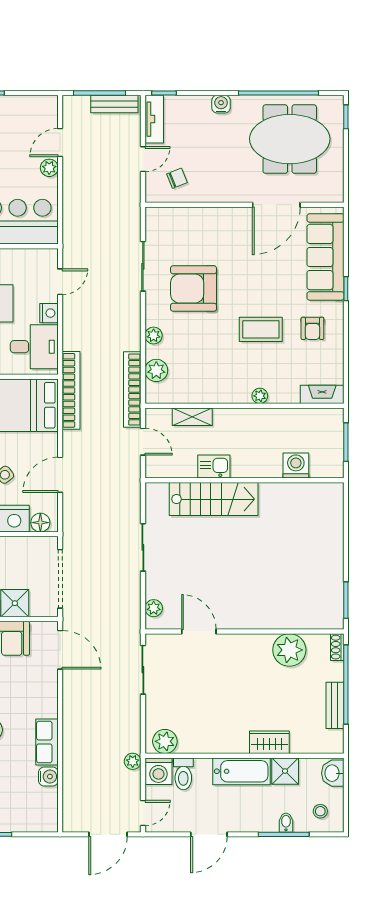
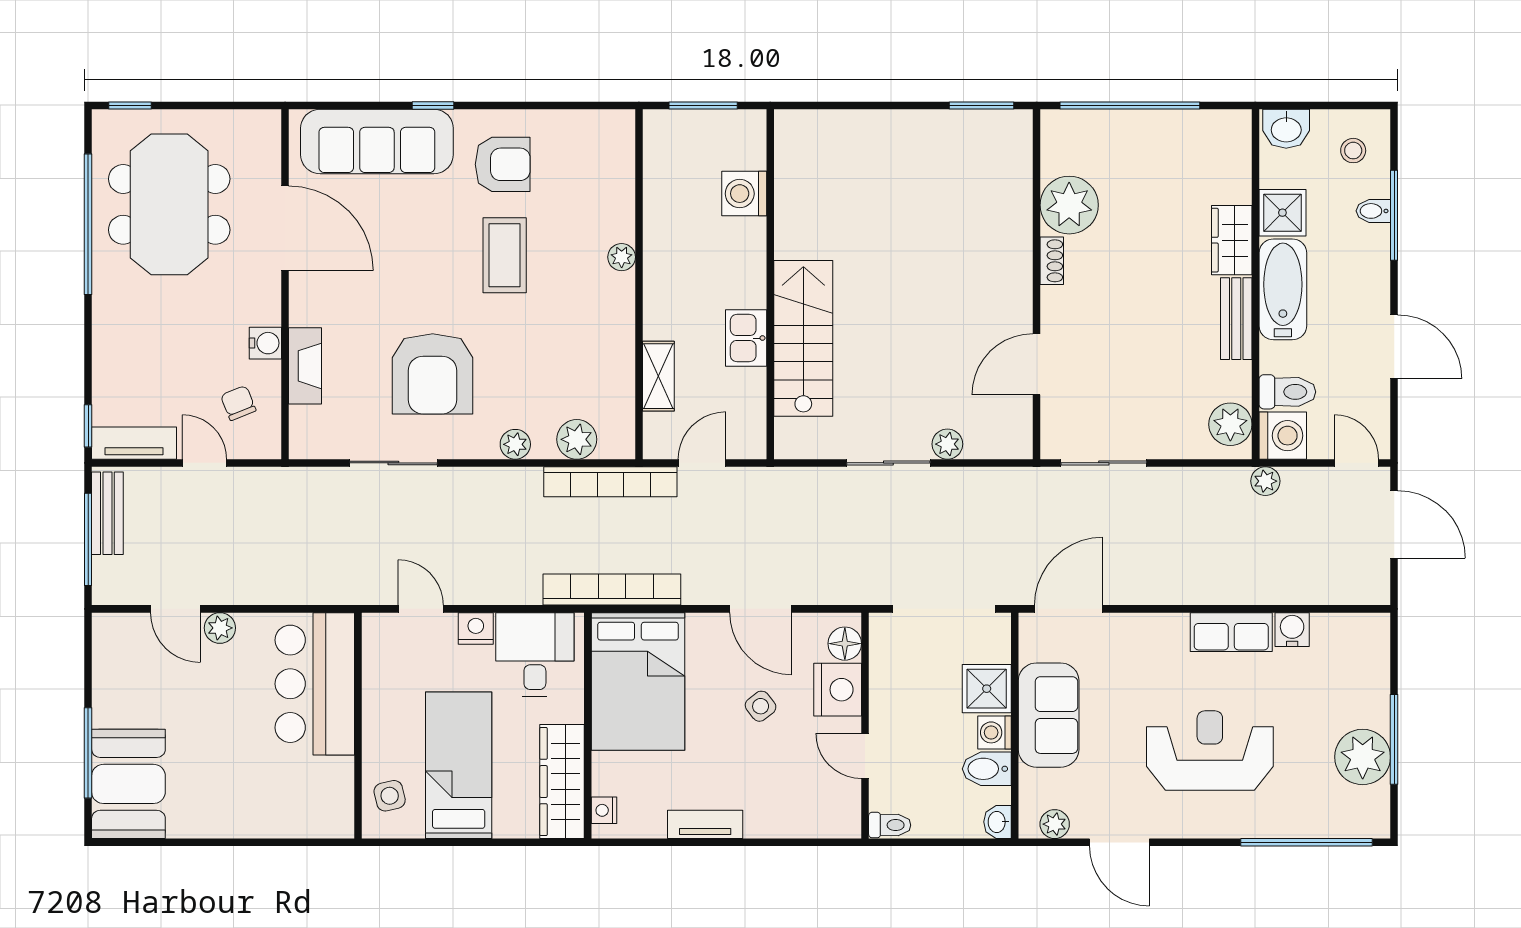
water cooler: (221, 104) -> (265, 343), moved, turned 180
armchair: (312, 328) -> (503, 164), width x1.38, depth x1.38
fireplace: (322, 394) -> (305, 366), moved, turned 180
plant: (154, 608) -> (947, 444), moved
shoe rack: (337, 647) -> (1052, 261), moved, turned -90
bench: (335, 705) -> (1236, 319), moved, turned 90

